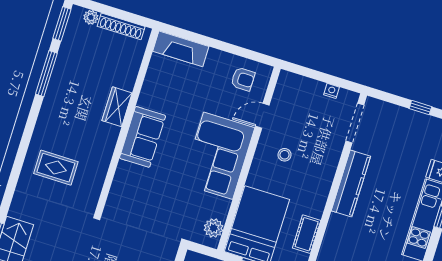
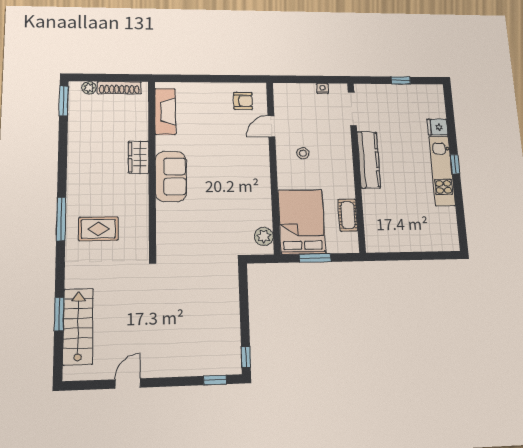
fireplace: (181, 49) -> (165, 111), moved, turned -90
window: (46, 74) -> (61, 219), moved
corner sofa: (218, 156) -> (245, 172), removed

